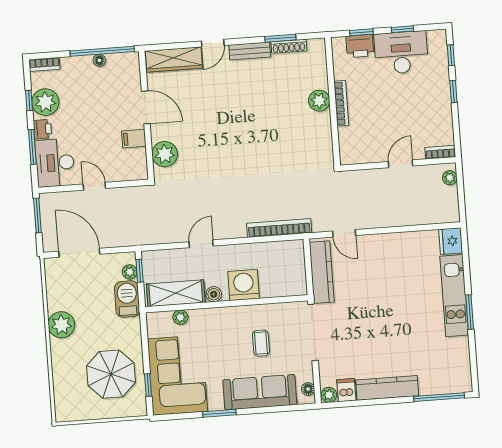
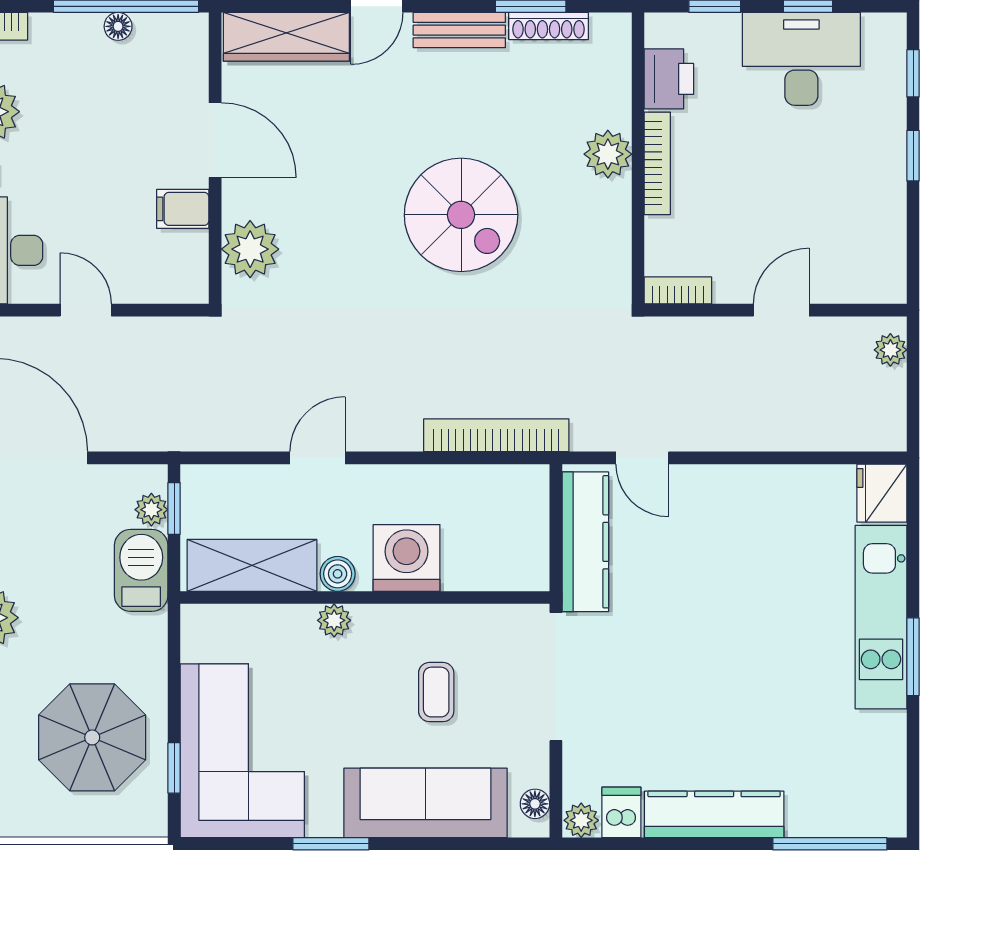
printer: (360, 46) -> (669, 79), moved, turned -90
spiral stairs: (256, 132) -> (461, 215), added
bookcase: (440, 152) -> (678, 290), moved
plant: (180, 317) -> (334, 620), moved

